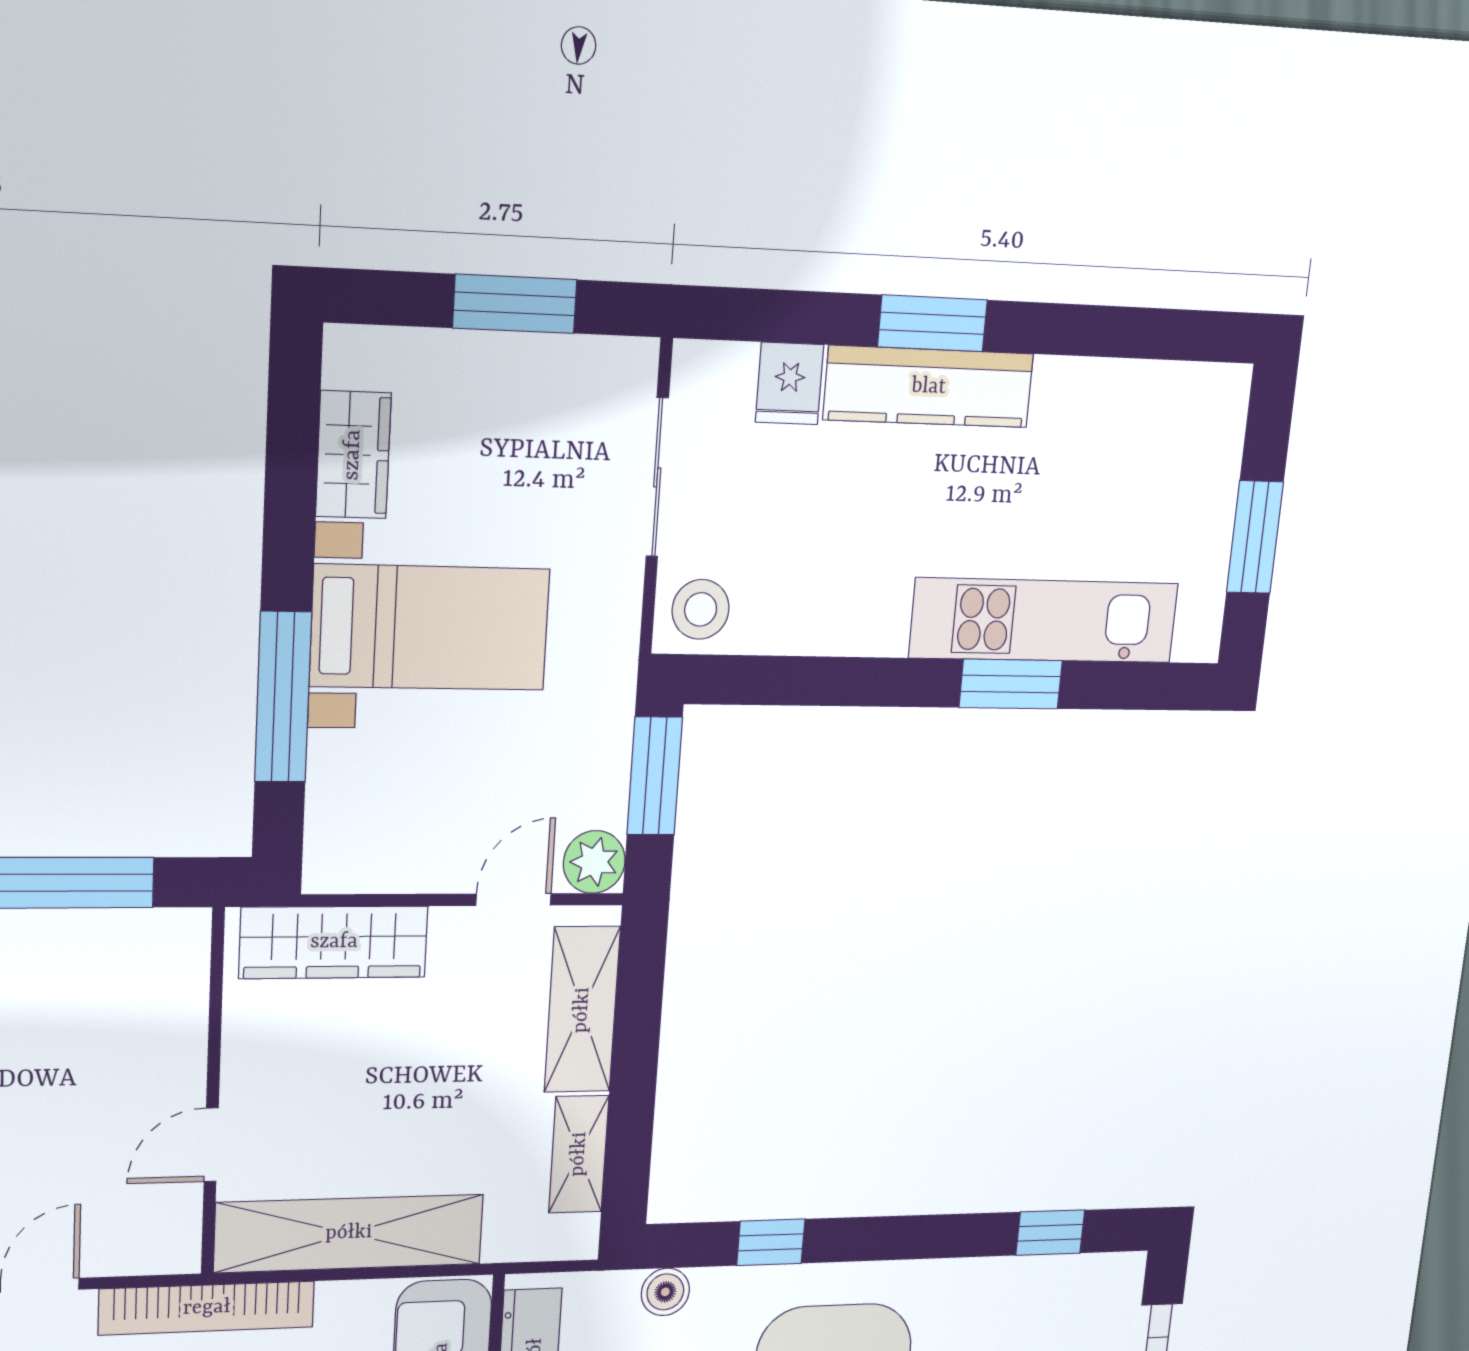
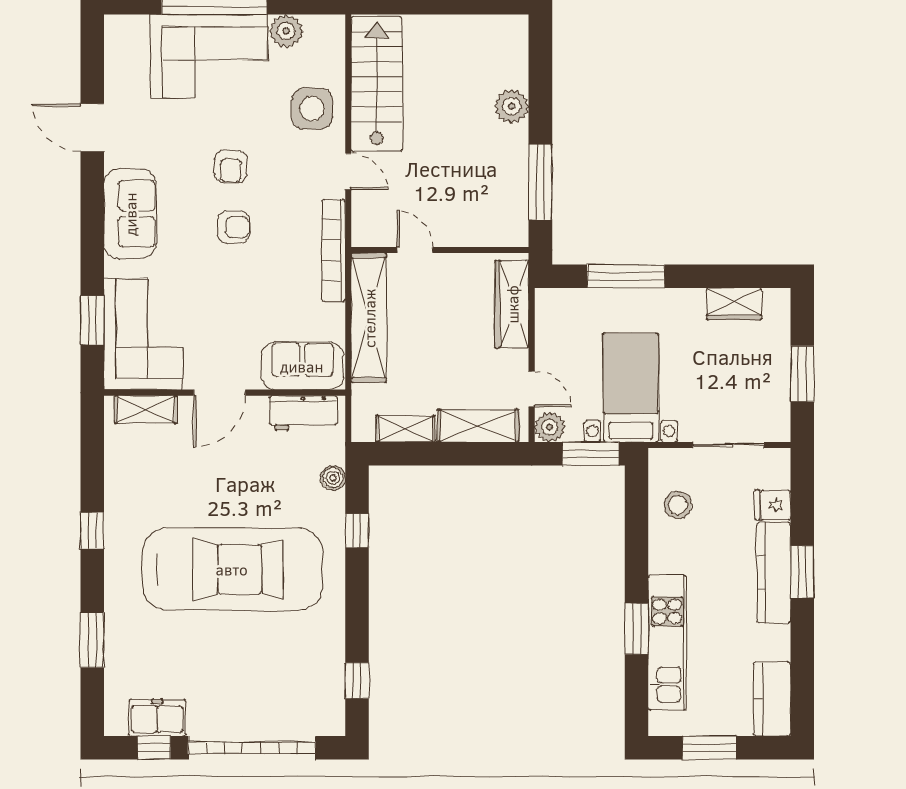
kitchen counter: (1178, 401) -> (772, 699), added
stool: (701, 609) -> (678, 505), moved
bed with nightstands: (430, 628) -> (631, 387), moved, turned 180

